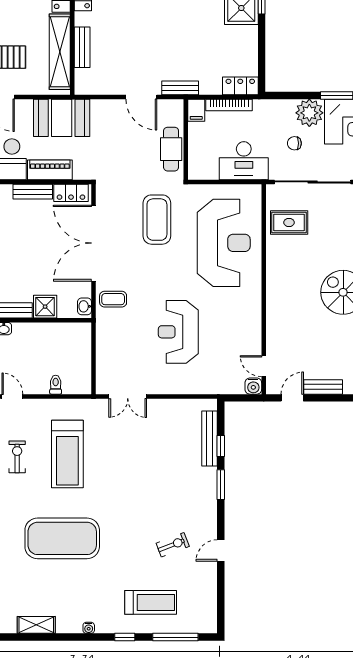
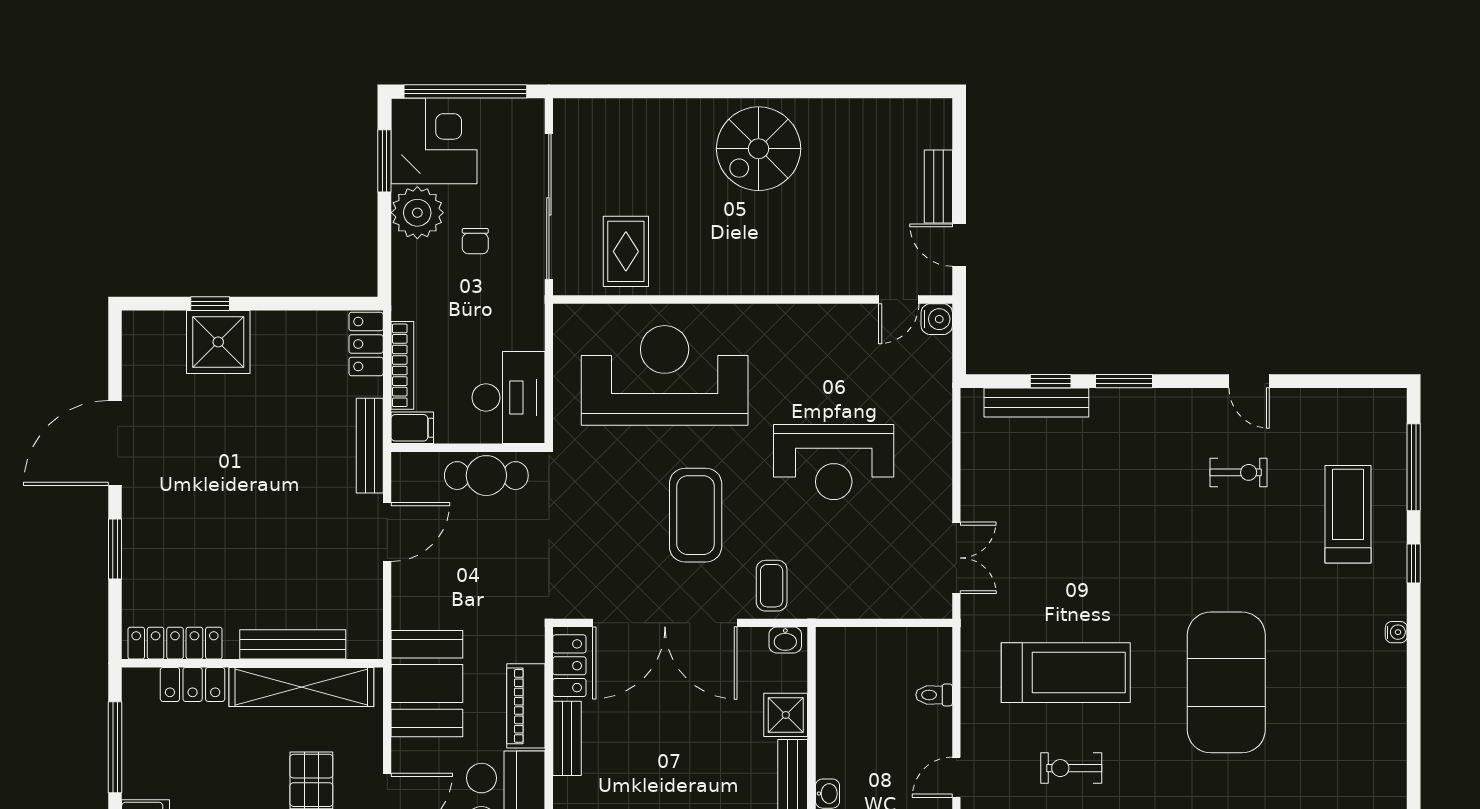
bench: (82, 47) -> (293, 644), width x1.36
bench: (180, 88) -> (370, 446), width x1.36
desk: (244, 161) -> (508, 397), moved
coffee table: (157, 220) -> (696, 515), moved, turned 90
exercise bike: (173, 545) -> (1238, 472), turned 111
shelving: (36, 625) -> (1391, 732), removed

